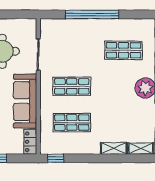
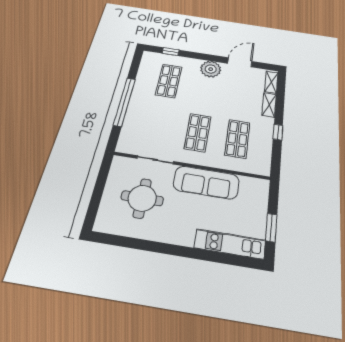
locker: (30, 142) -> (255, 185), removed
window: (56, 158) -> (278, 132), moved

